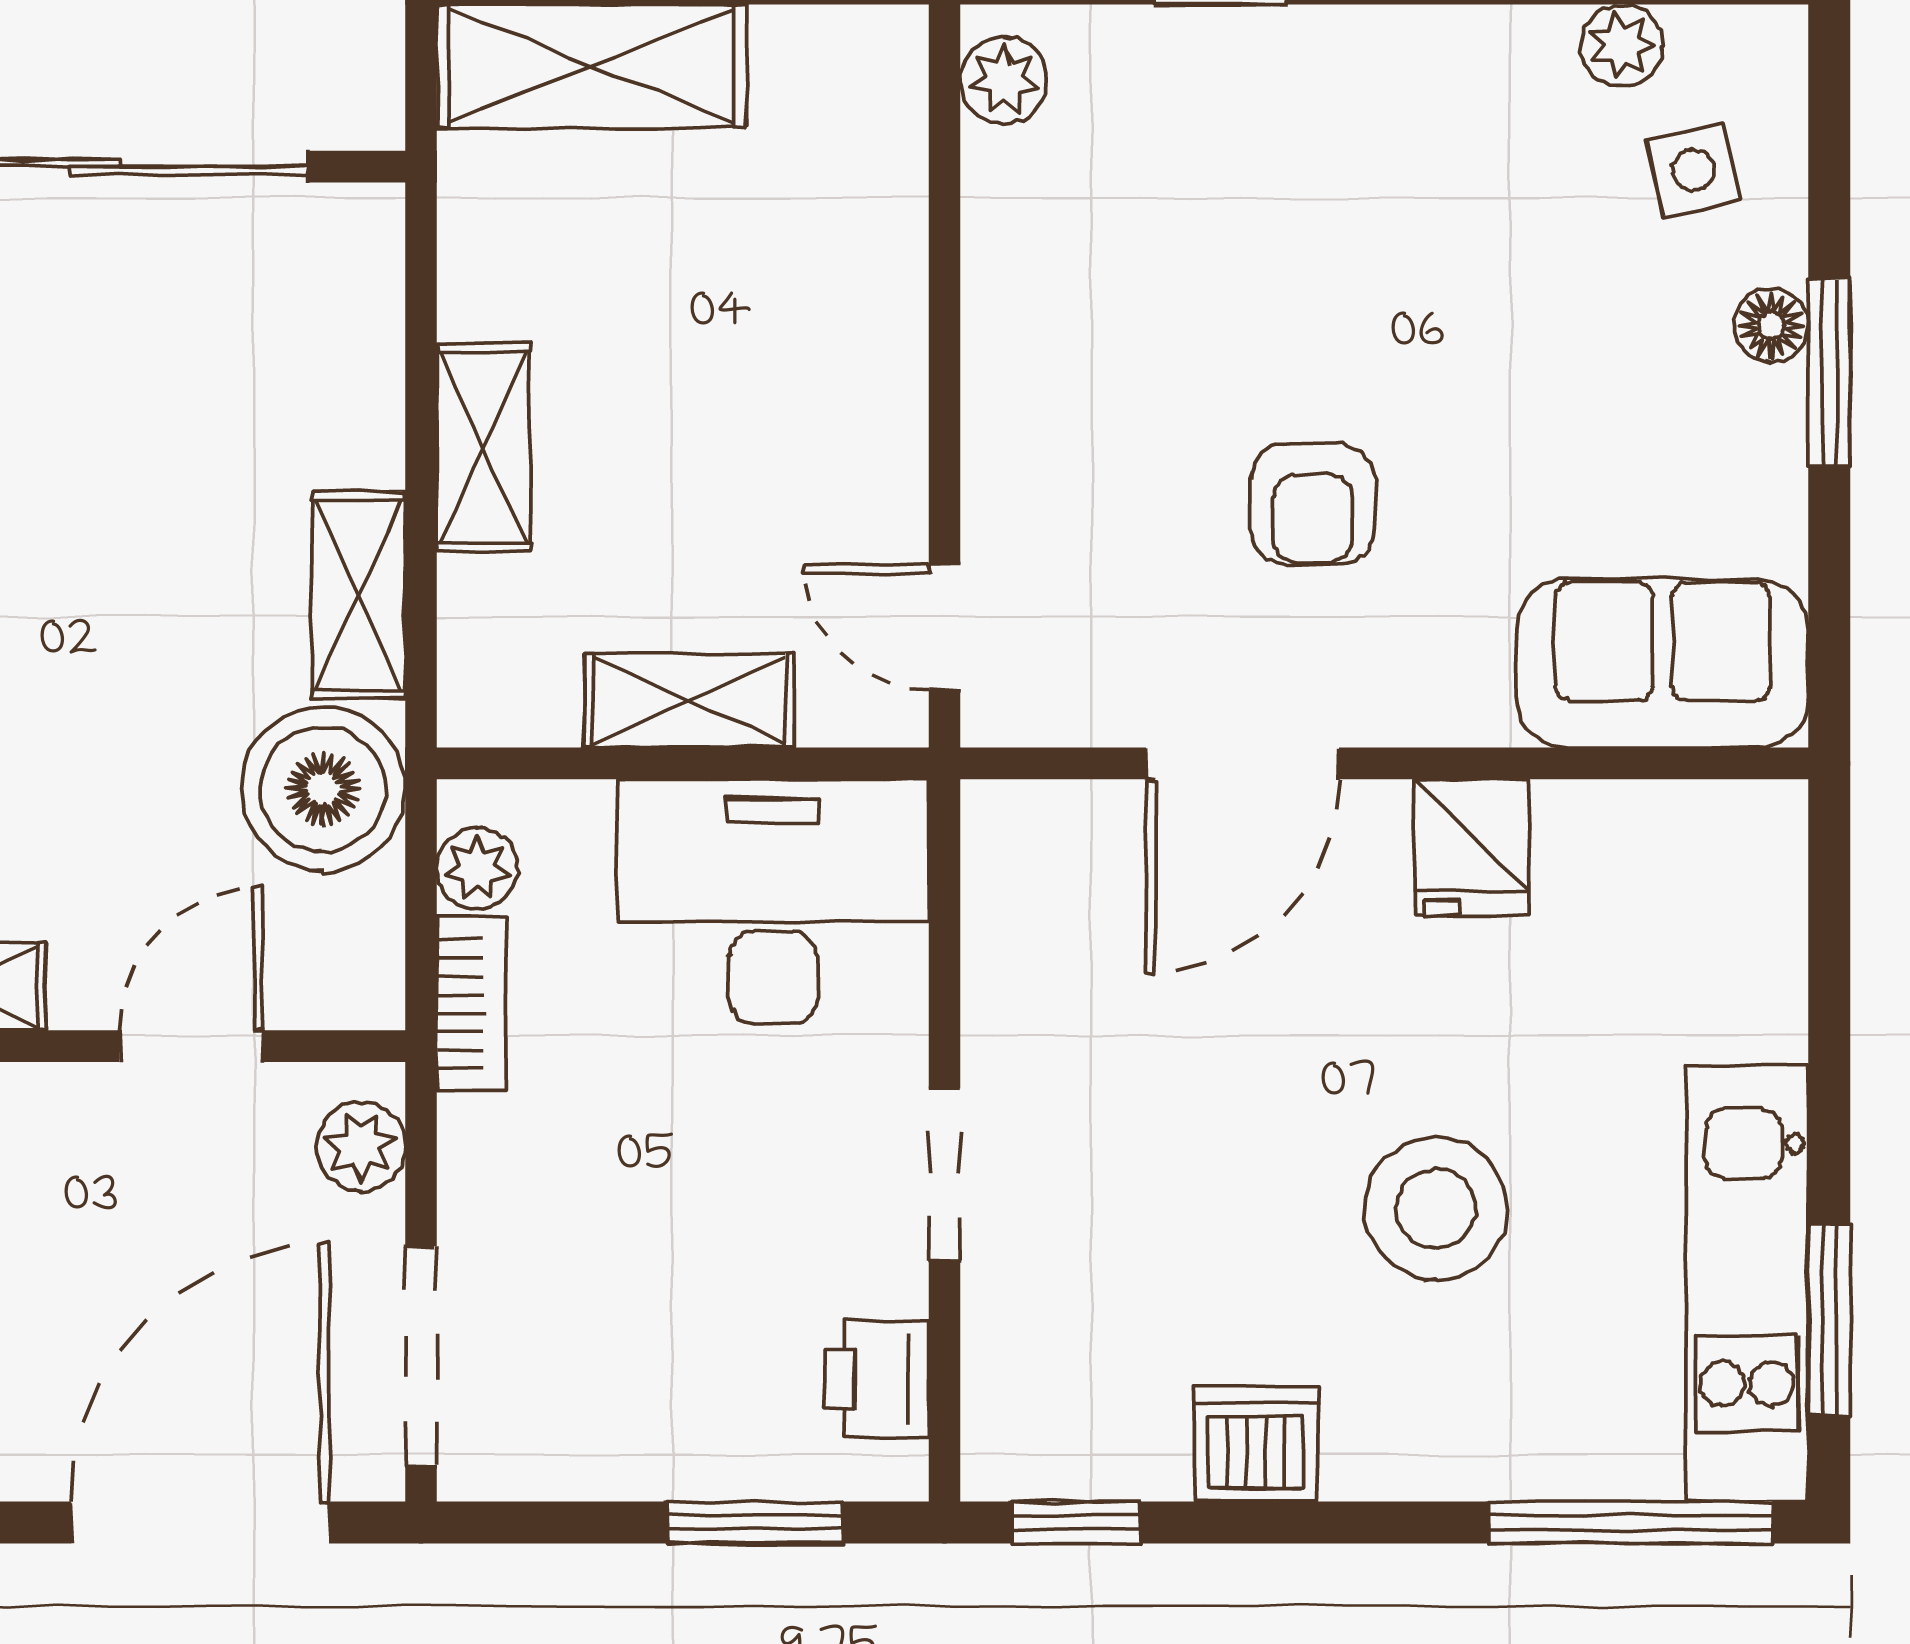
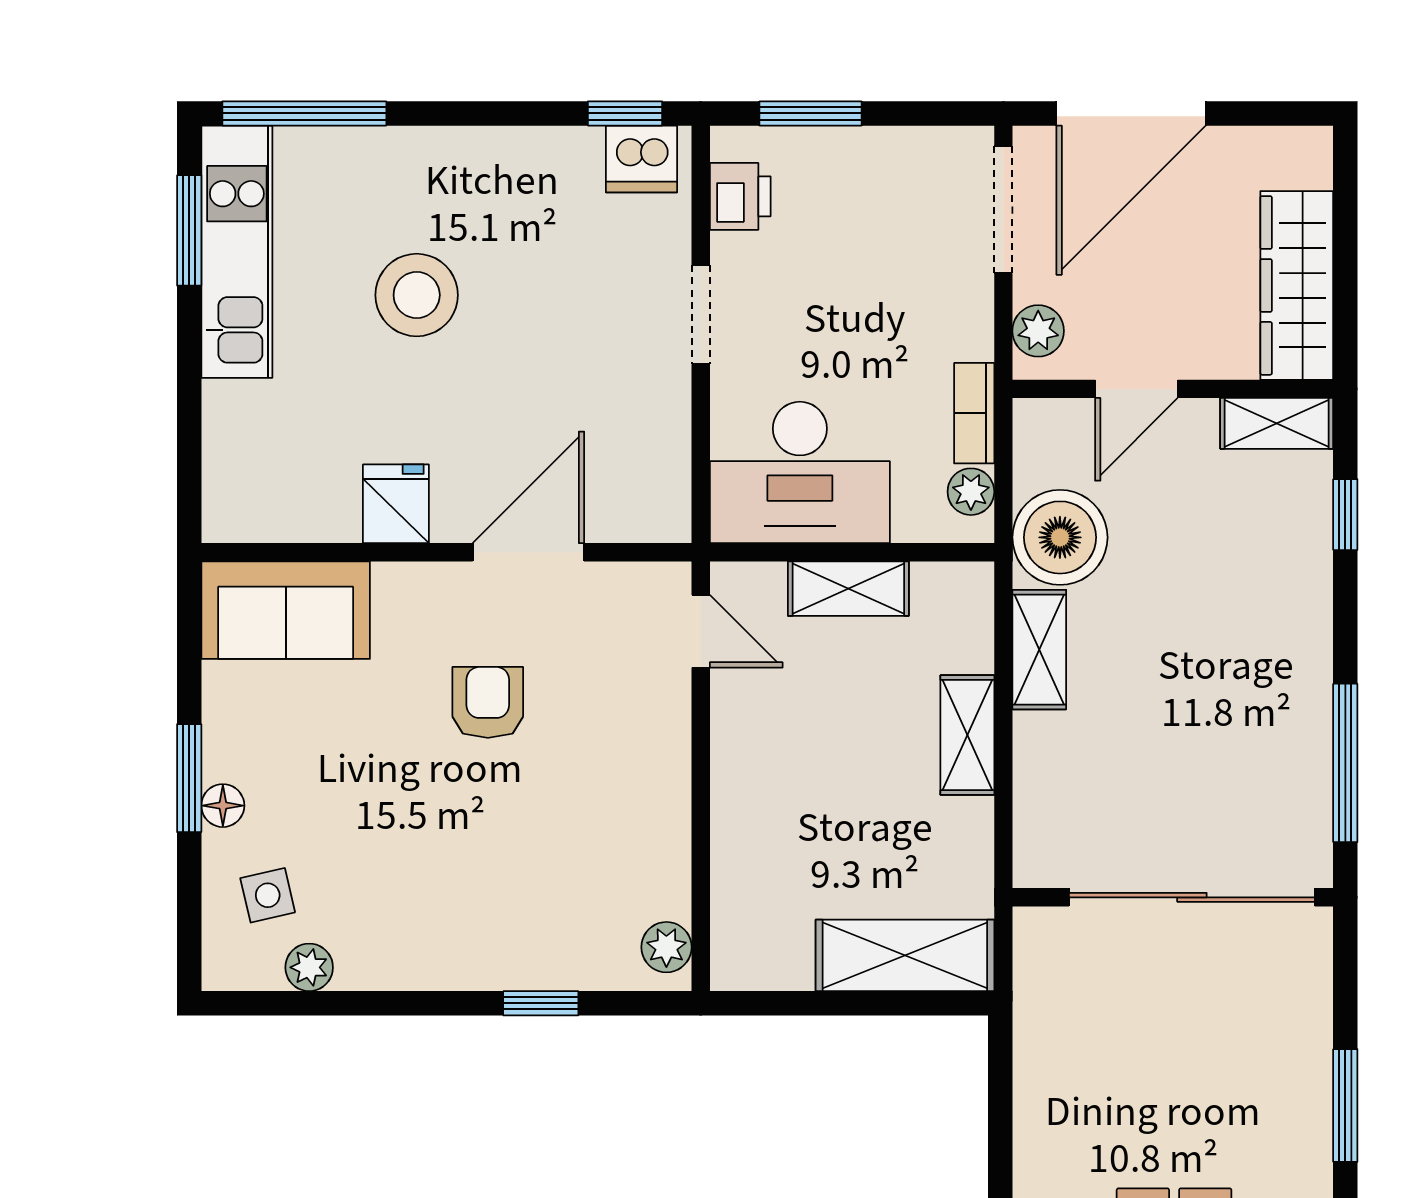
dishwasher: (1256, 1444) -> (642, 159), moved

